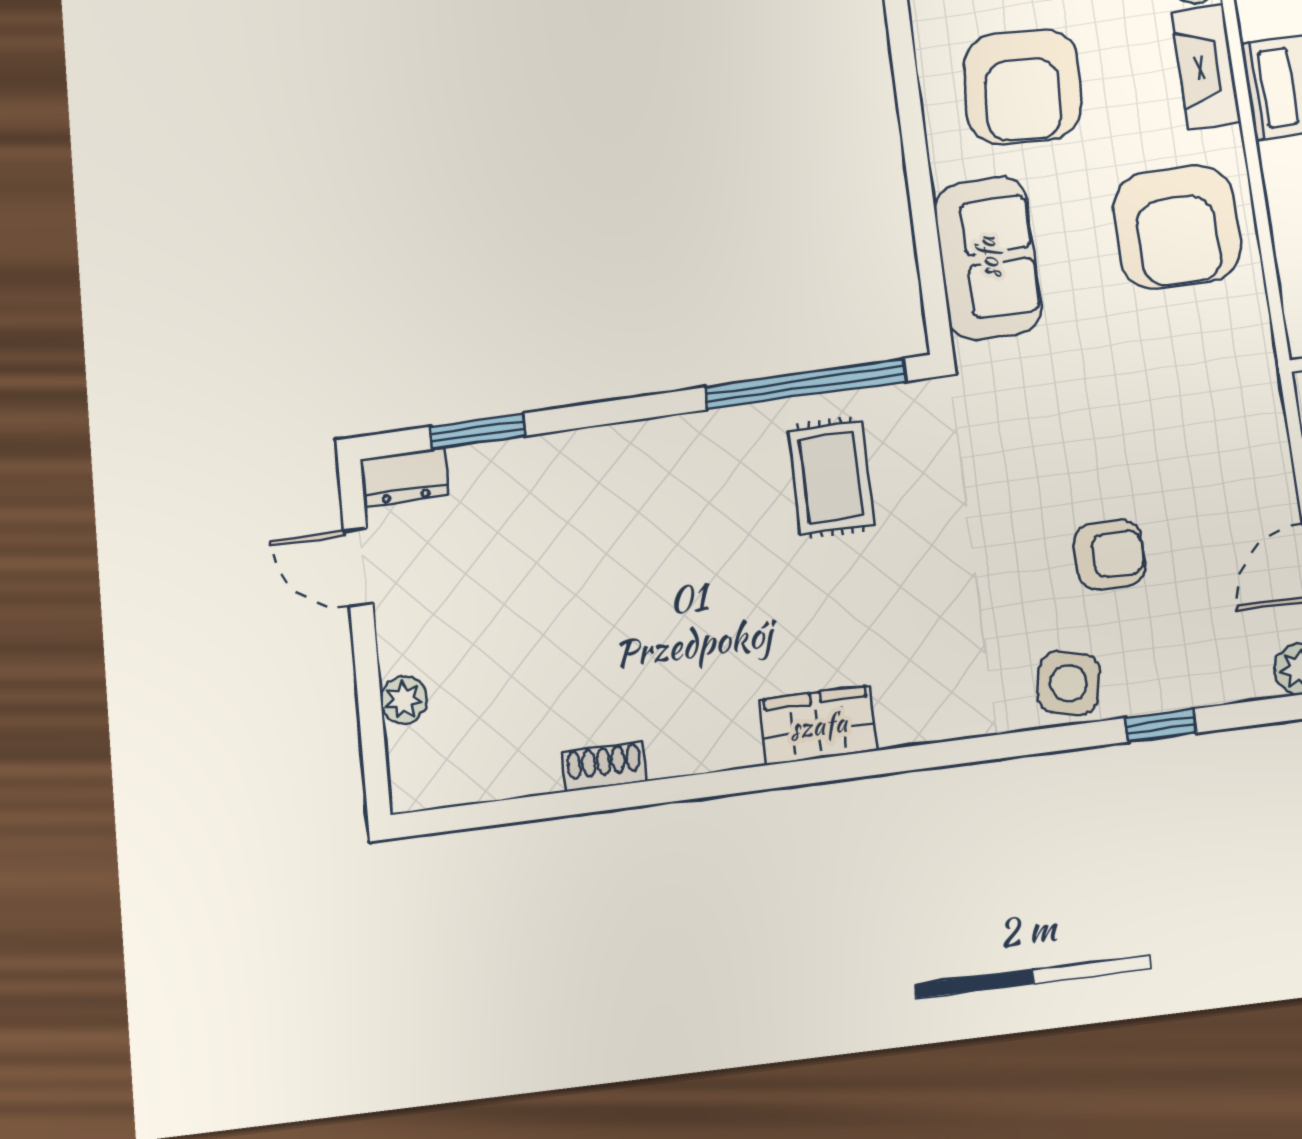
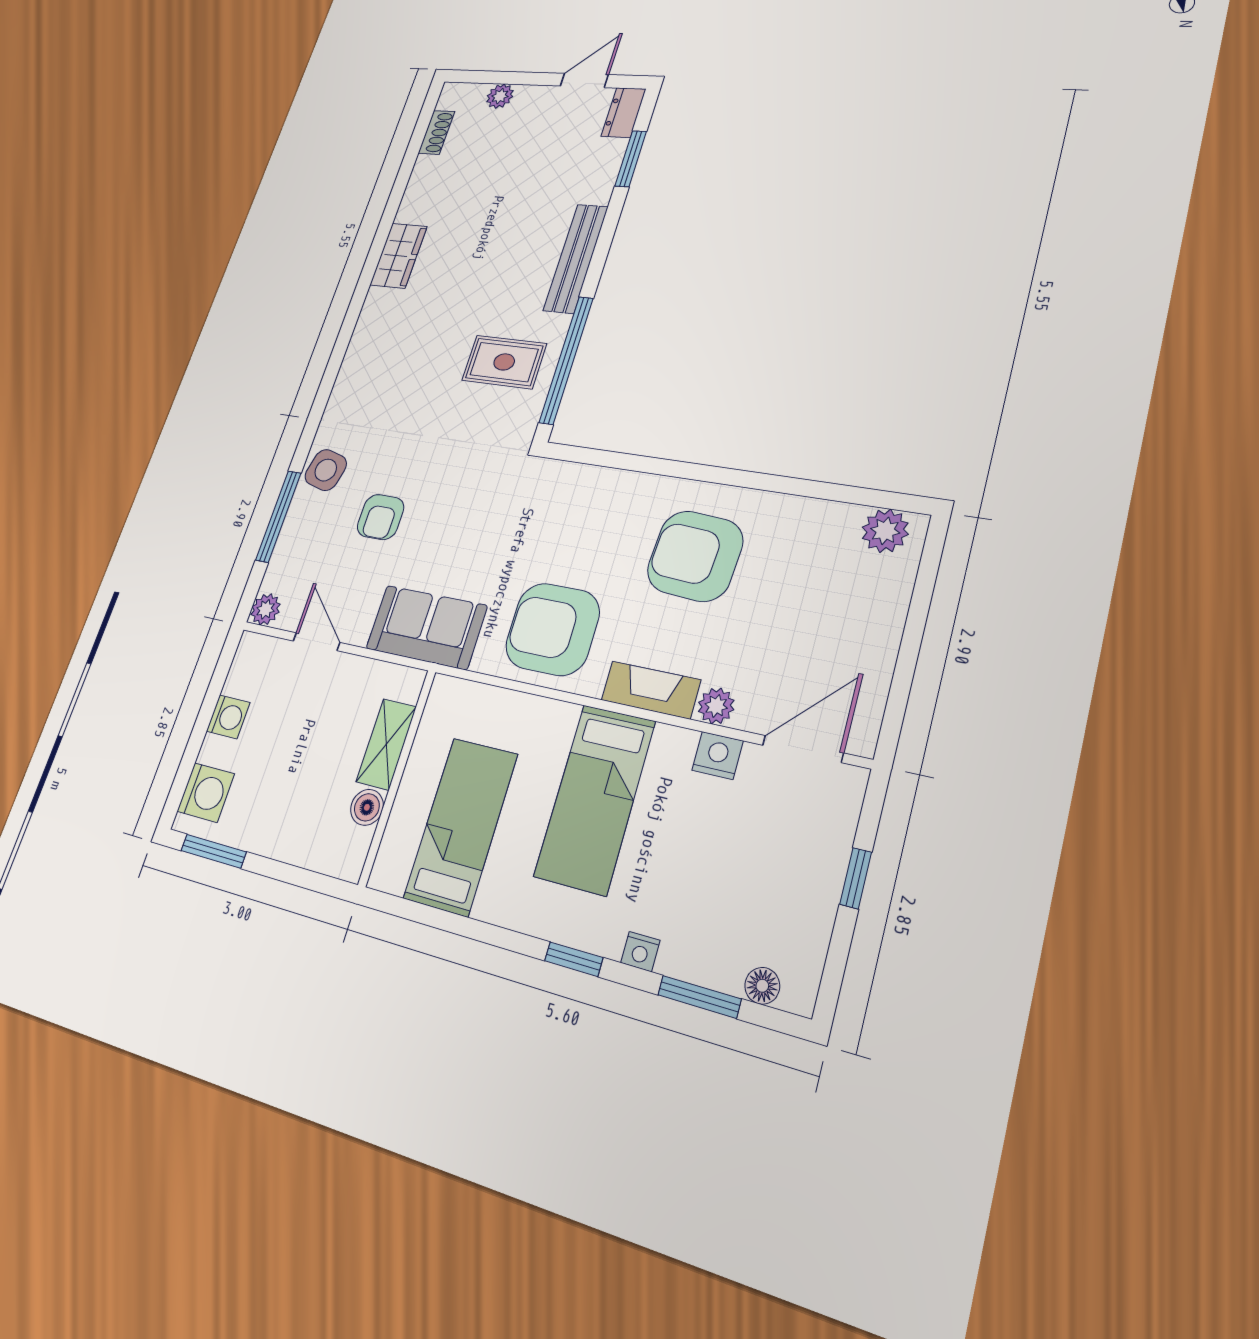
sofa: (987, 258) -> (426, 627), moved, turned 180
bench: (649, 443) -> (576, 258), added
wardrobe: (818, 725) -> (399, 256), moved
window: (1161, 725) -> (278, 516), width x2.17
shoe rack: (604, 767) -> (436, 132), moved

